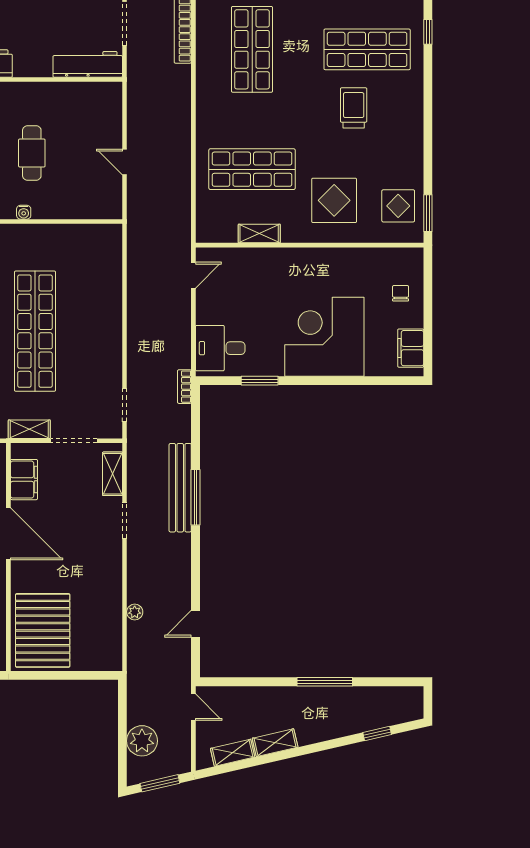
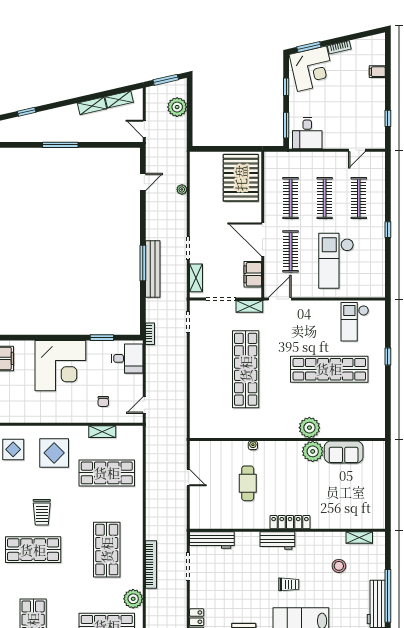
chair: (401, 293) -> (103, 401), moved

